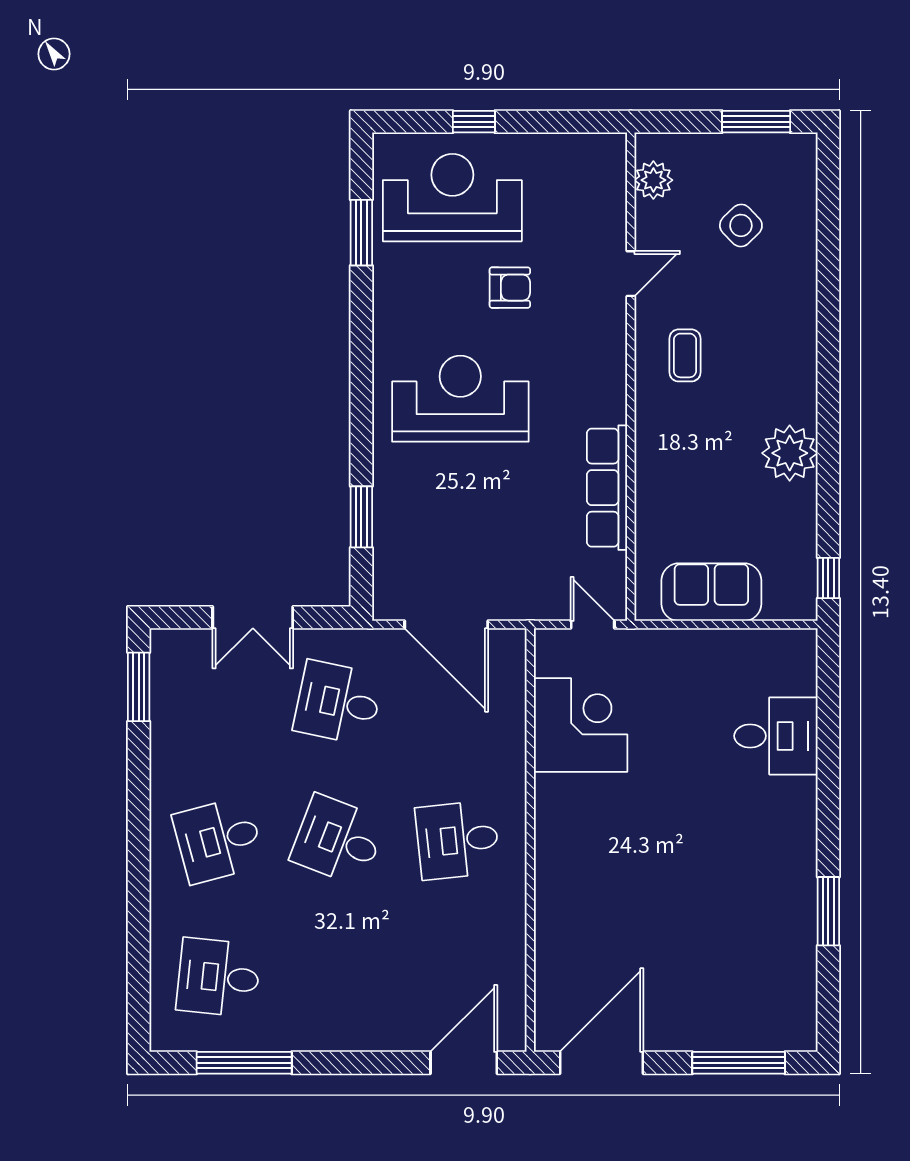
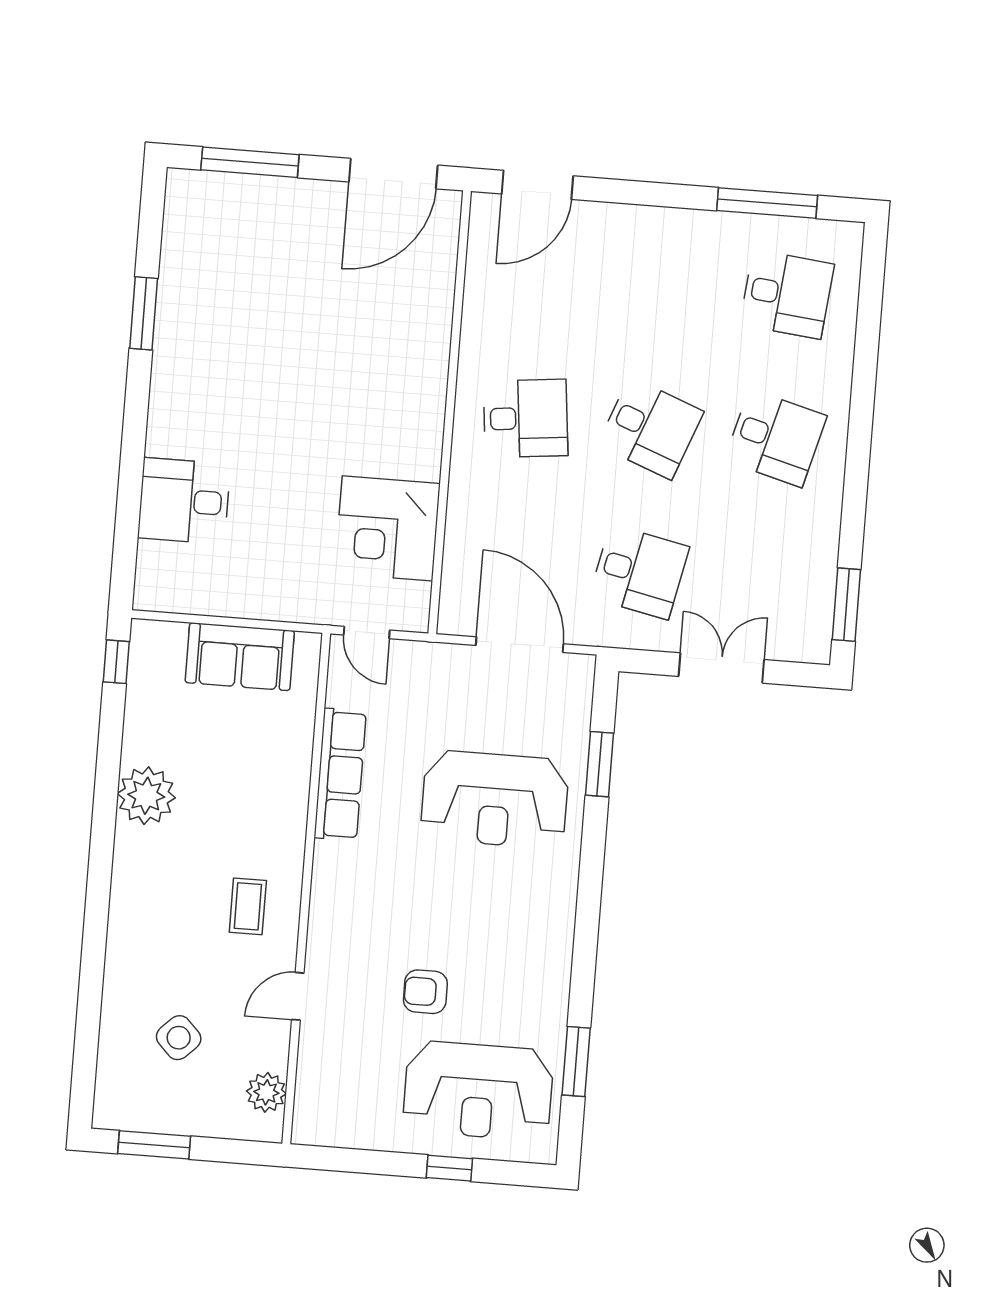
reception desk: (460, 399) -> (495, 799), moved
desk: (219, 840) -> (776, 438), turned 30

